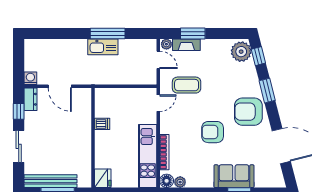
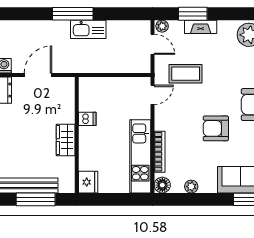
window: (108, 34) -> (73, 14), moved
fireplace: (186, 45) -> (201, 27), moved
door: (60, 86) -> (38, 75), swing flipped
wardrobe: (83, 142) -> (66, 140), added
plant: (180, 182) -> (191, 187), moved

